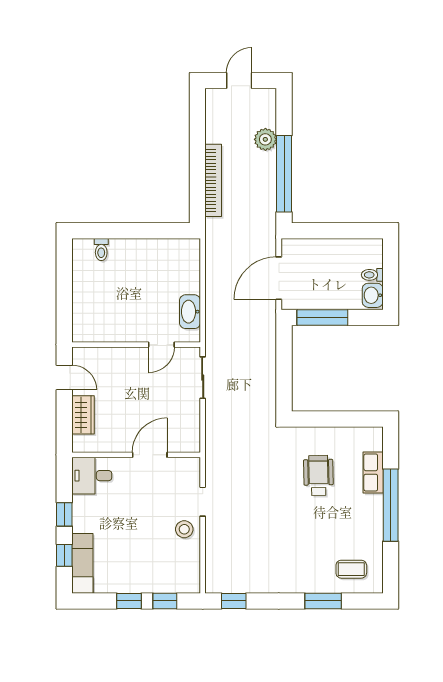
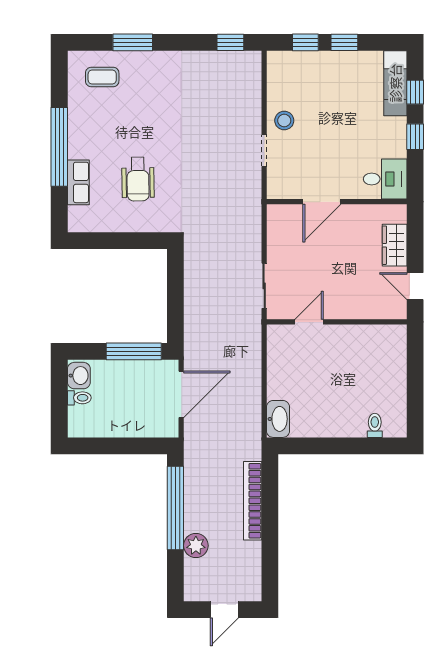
washbasin: (190, 312) -> (278, 419), moved

